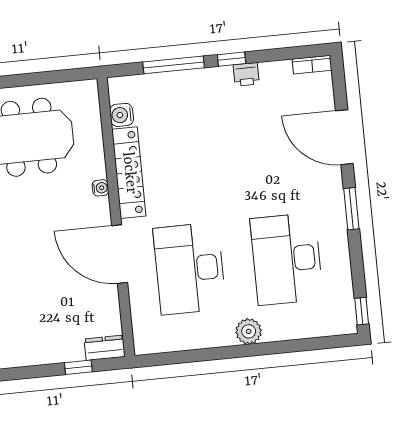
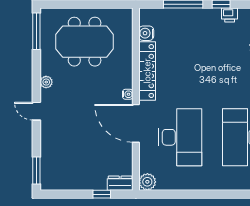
water cooler: (100, 188) -> (128, 94), moved
desk: (190, 269) -> (180, 137), turned 180
plant: (249, 331) -> (147, 182), moved

